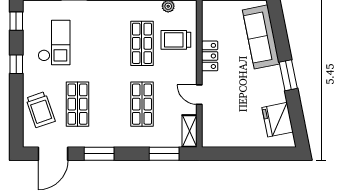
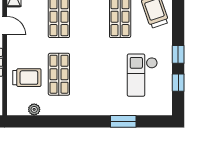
window: (16, 21) -> (178, 83), moved

